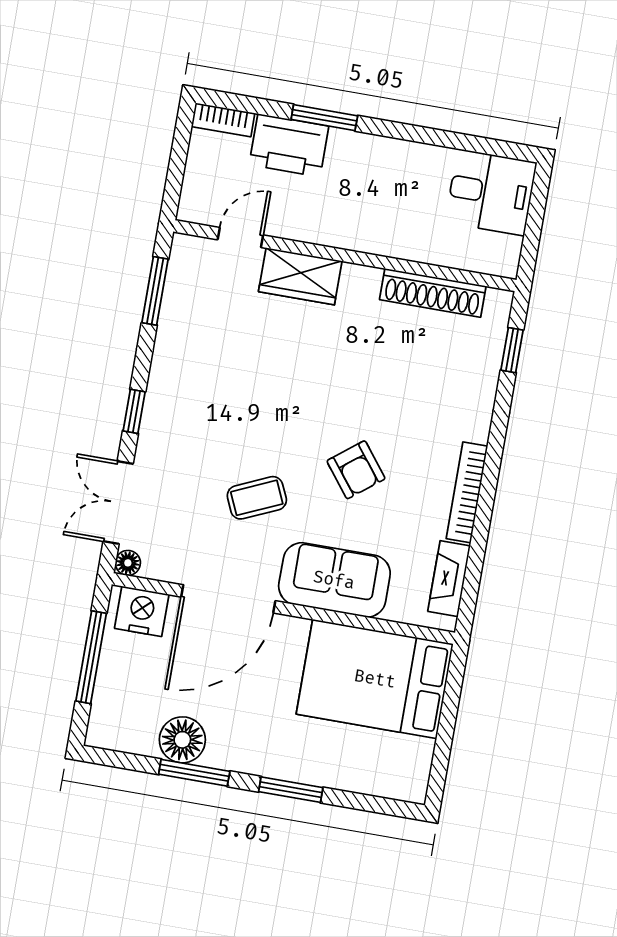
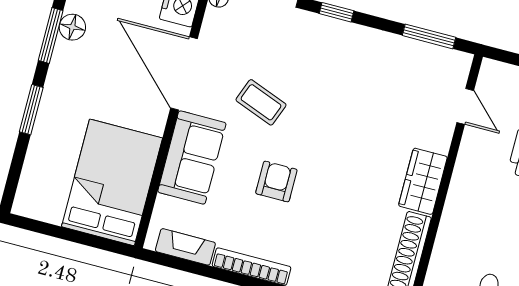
wardrobe: (300, 276) -> (423, 181), moved
armchair: (356, 470) -> (276, 181), turned 128
coffee table: (257, 498) -> (261, 102), turned -45
floor lamp: (182, 740) -> (72, 27), width x0.73, depth x0.73

